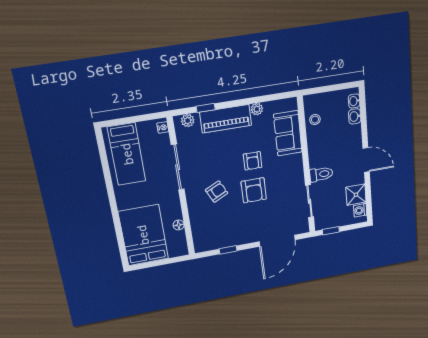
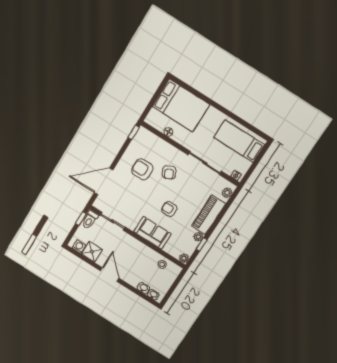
plant: (291, 104) -> (184, 258), added
window: (206, 108) -> (202, 244), moved
sofa: (288, 133) -> (152, 233), moved
door: (366, 160) -> (110, 274), swing flipped
toilet: (321, 174) -> (90, 220), moved
armchair: (254, 190) -> (142, 169), moved
door: (277, 241) -> (104, 181), hinge flipped
window: (228, 250) -> (134, 132), moved

